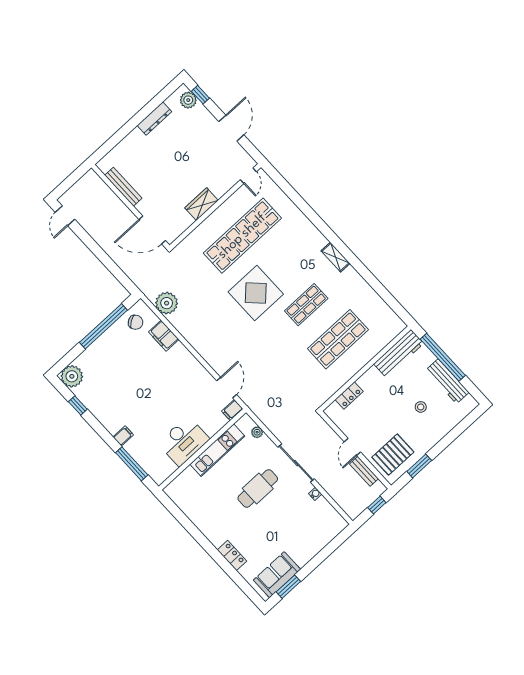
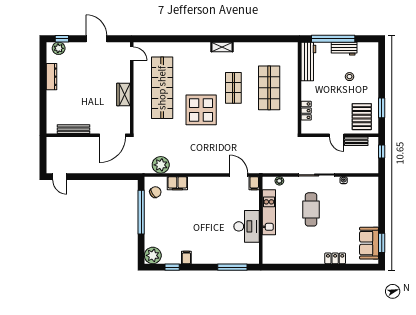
workbench: (447, 381) -> (344, 49), width x0.73
filing cabinet: (123, 436) -> (186, 257), moved

